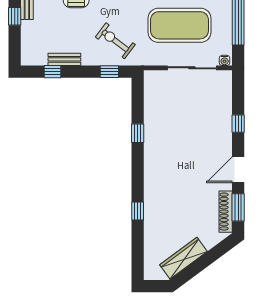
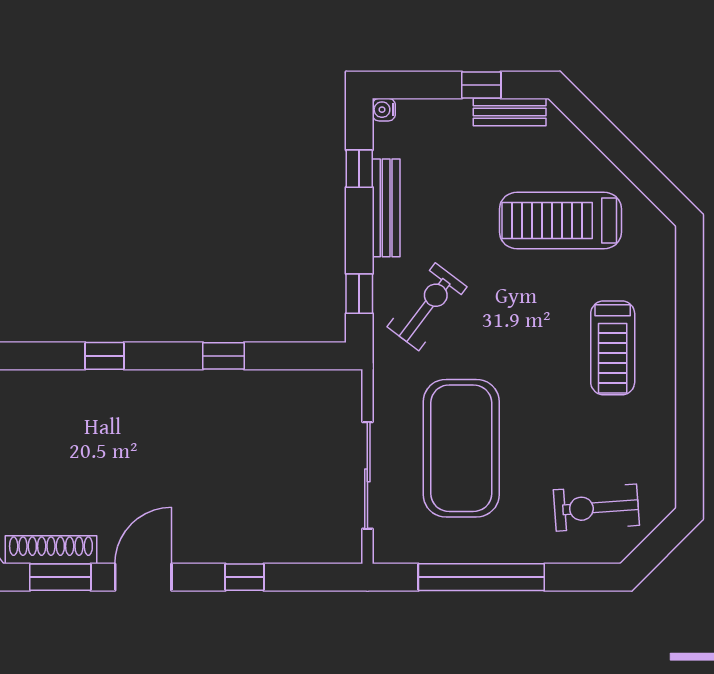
bench: (64, 59) -> (386, 208), width x1.36
water cooler: (225, 60) -> (384, 110), moved
door: (238, 170) -> (143, 577), hinge flipped
window: (138, 211) -> (105, 356), moved

